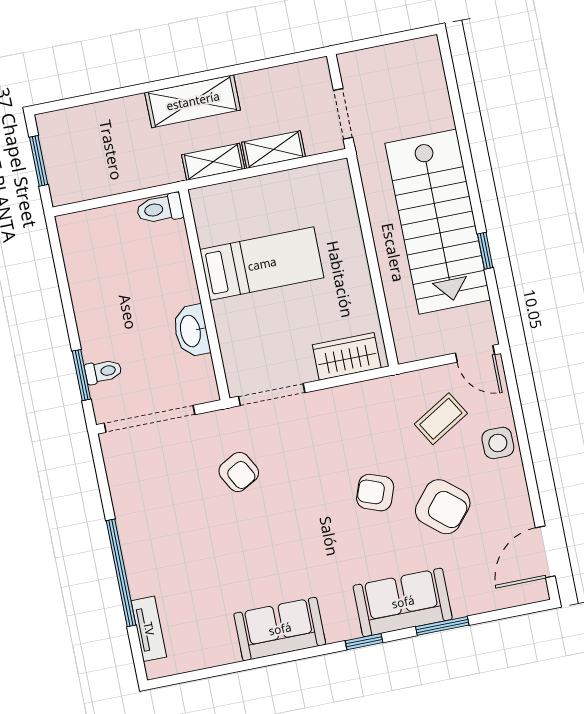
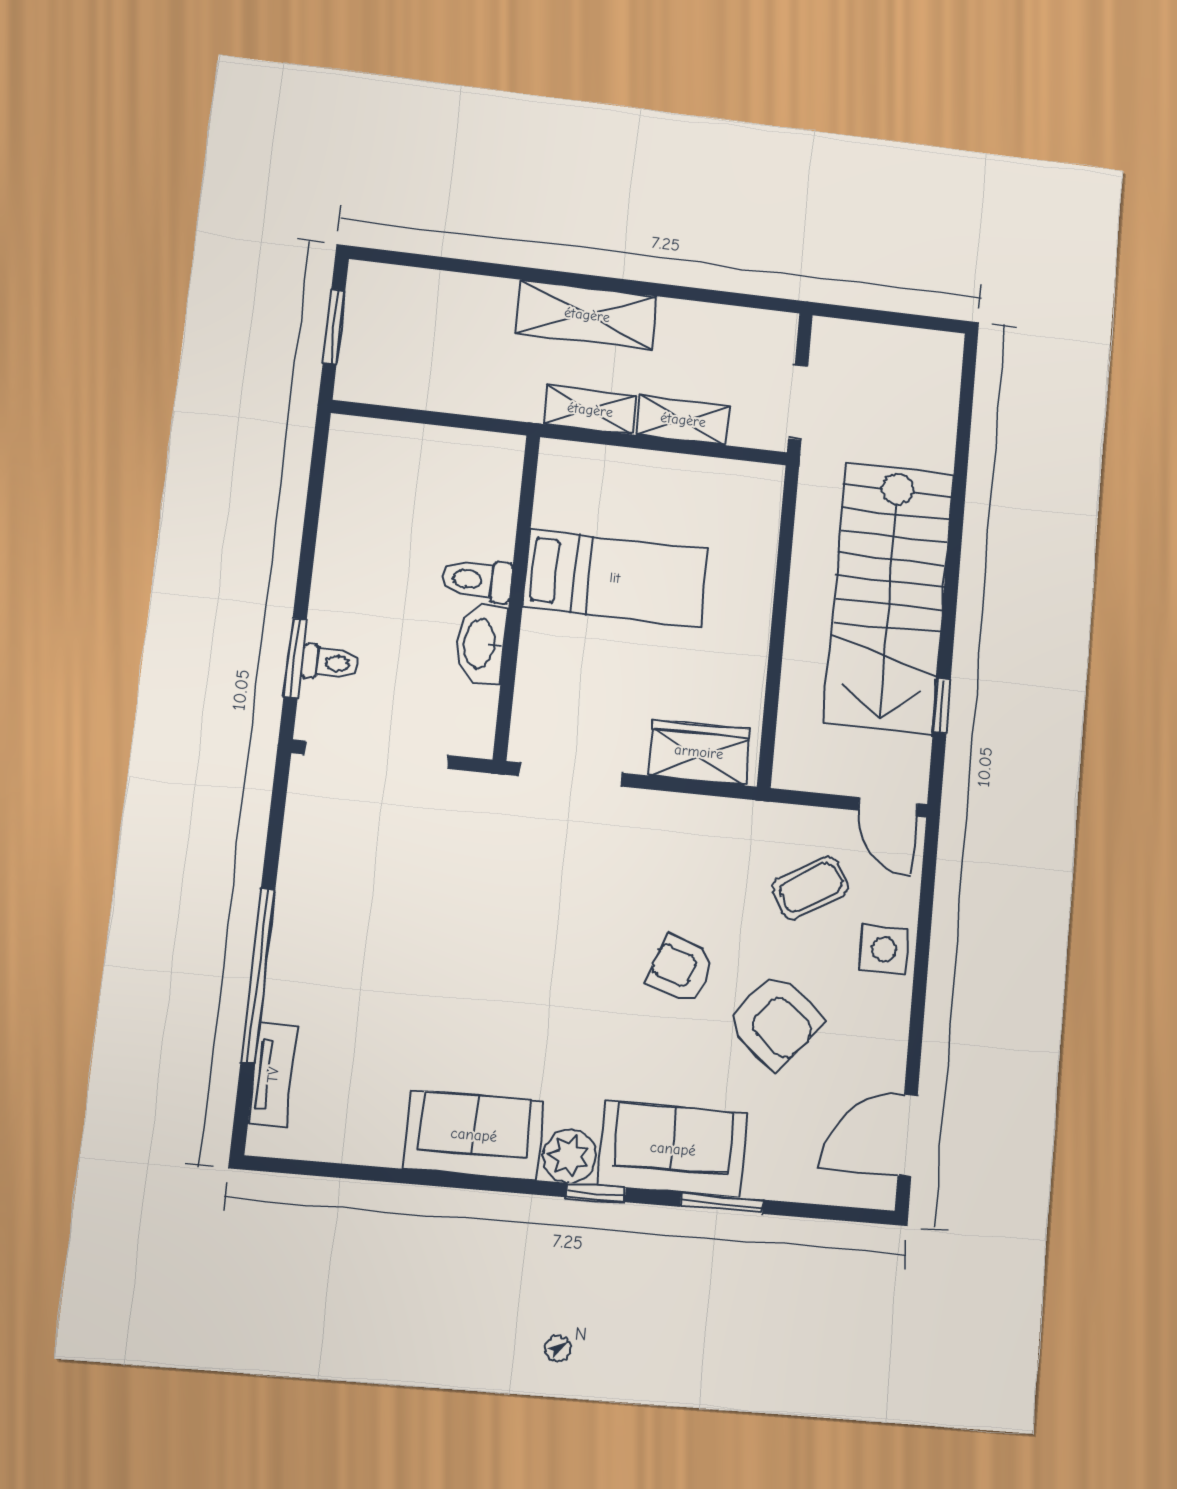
toilet: (160, 209) -> (477, 580), moved
window: (485, 251) -> (942, 706), moved
armchair: (239, 472) -> (486, 875), removed
plant: (341, 625) -> (570, 1156), added

